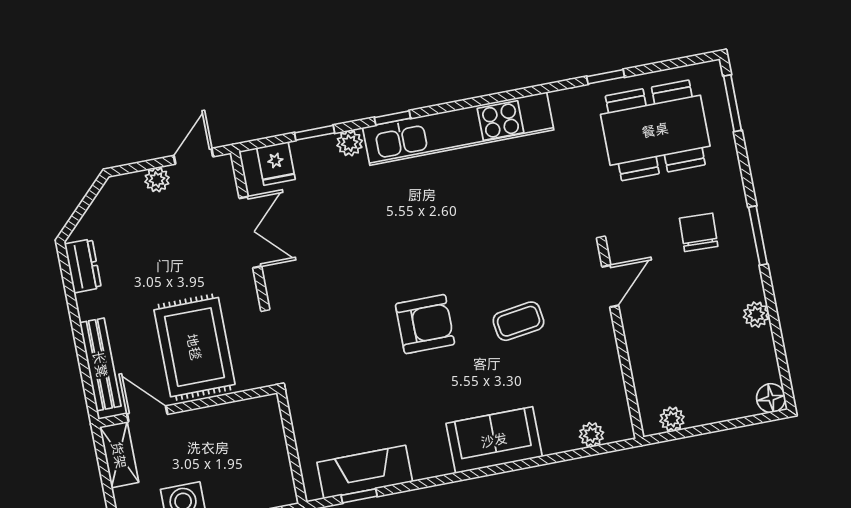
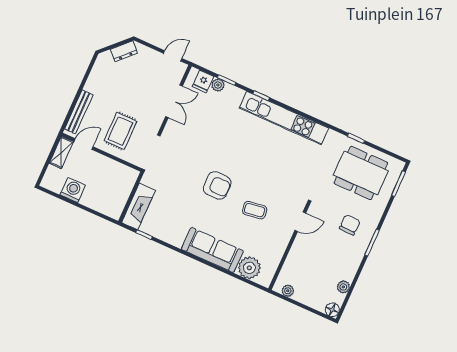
plant: (350, 143) -> (218, 85), moved
plant: (157, 180) -> (152, 55), removed
dresser: (83, 266) -> (124, 51), moved, turned 45
plant: (756, 315) -> (343, 287), moved
rug: (194, 347) -> (120, 131), width x0.73, depth x0.70
door: (147, 414) -> (84, 144), hinge flipped
plant: (591, 435) -> (249, 268), width x1.88, depth x1.88
sofa: (494, 440) -> (212, 250), width x1.36
fireplace: (365, 472) -> (138, 206), moved, turned 90

